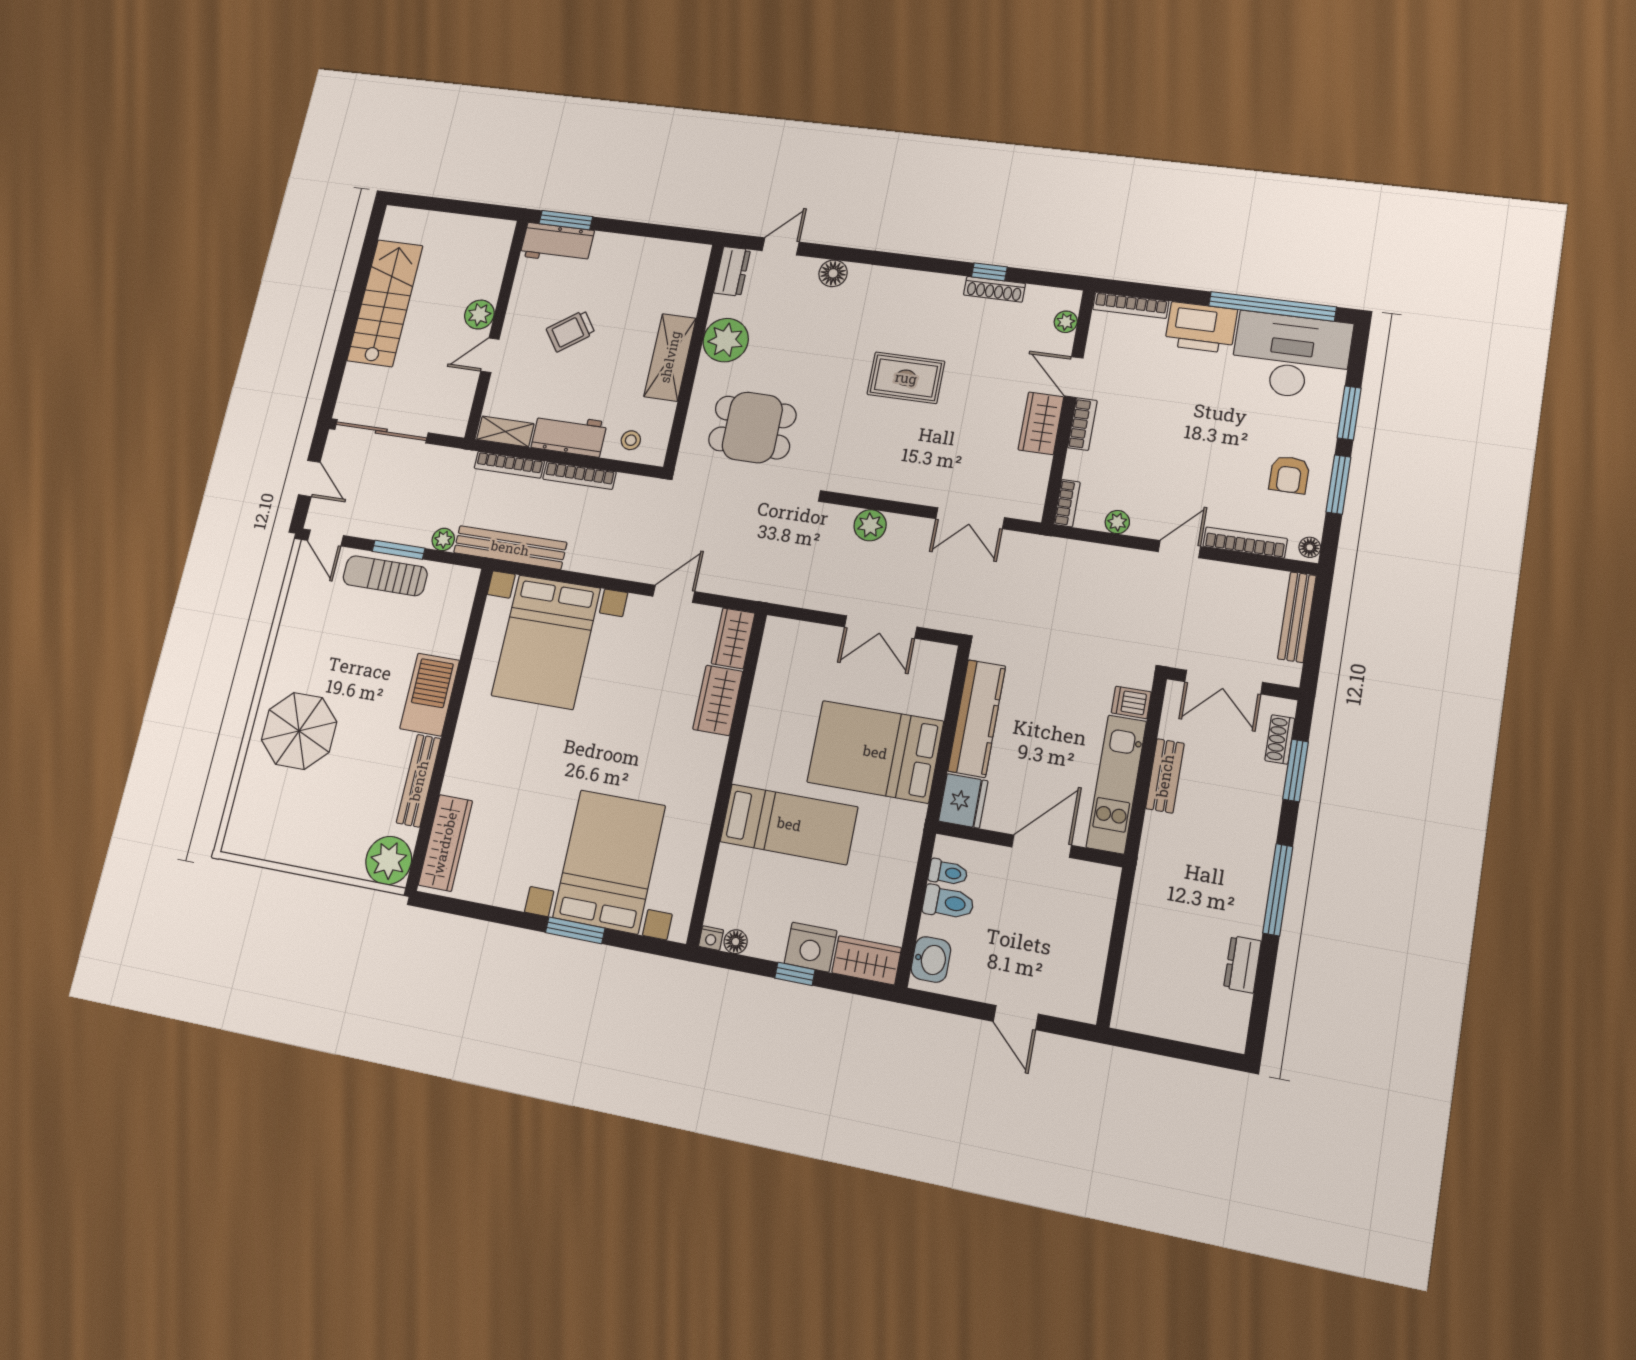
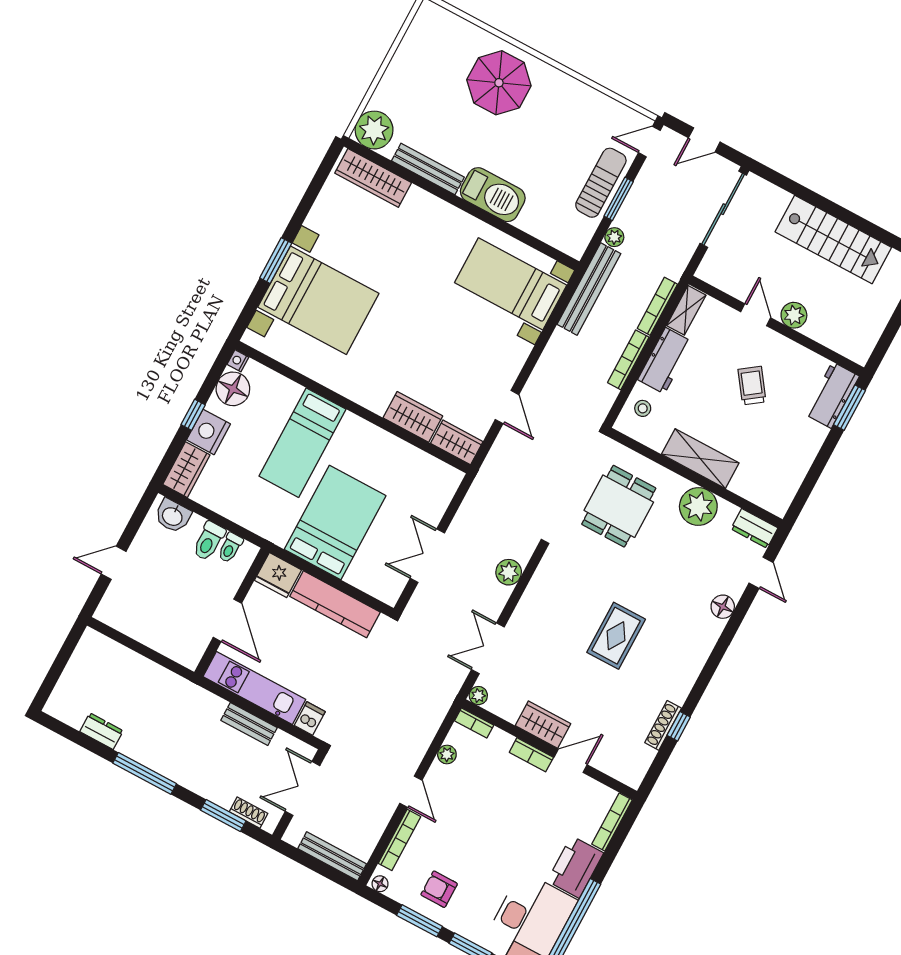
plant: (1066, 322) -> (478, 696), moved
bed with nightstands: (546, 642) -> (511, 284), width x0.73
floor lamp: (736, 942) -> (233, 389), width x1.89, depth x1.89

